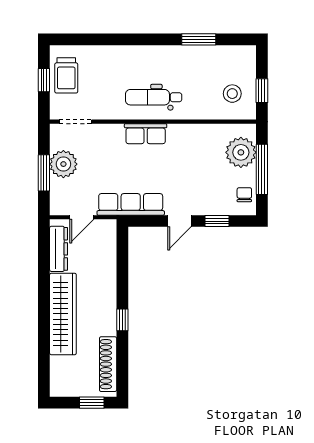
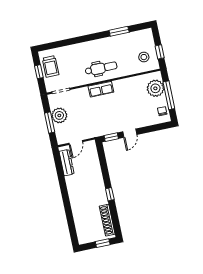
dental chair: (154, 97) -> (101, 68), turned 180
row of seats: (131, 204) -> (101, 130), removed
window: (217, 221) -> (111, 137), moved
wardrobe: (63, 314) -> (77, 198), removed

